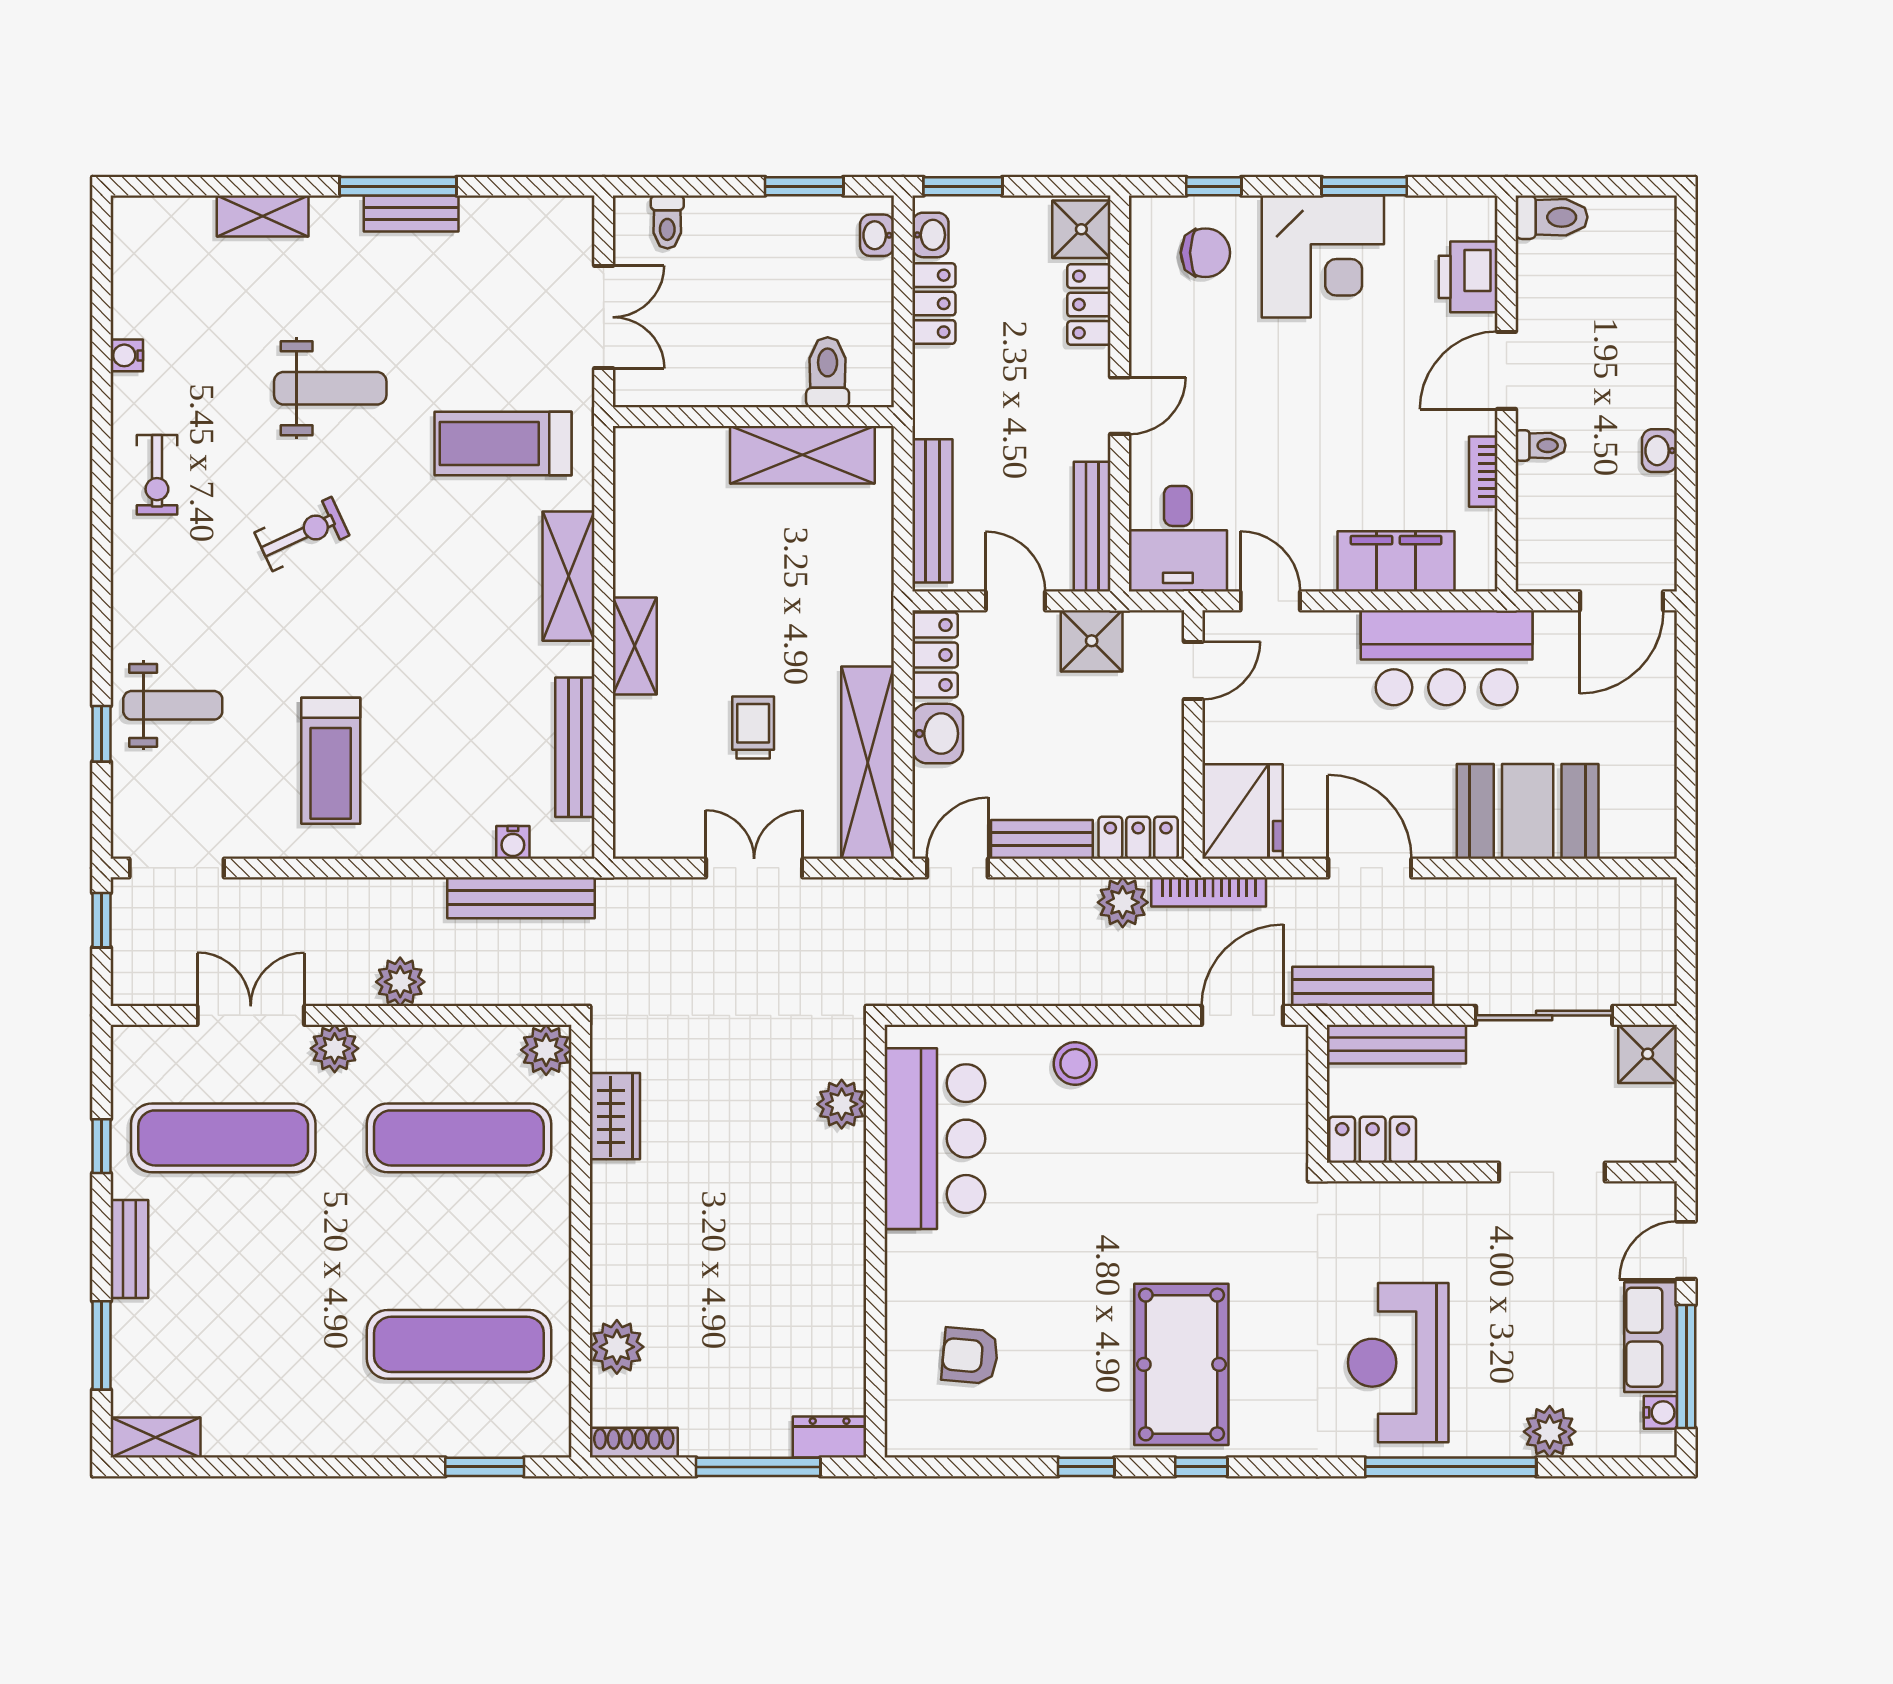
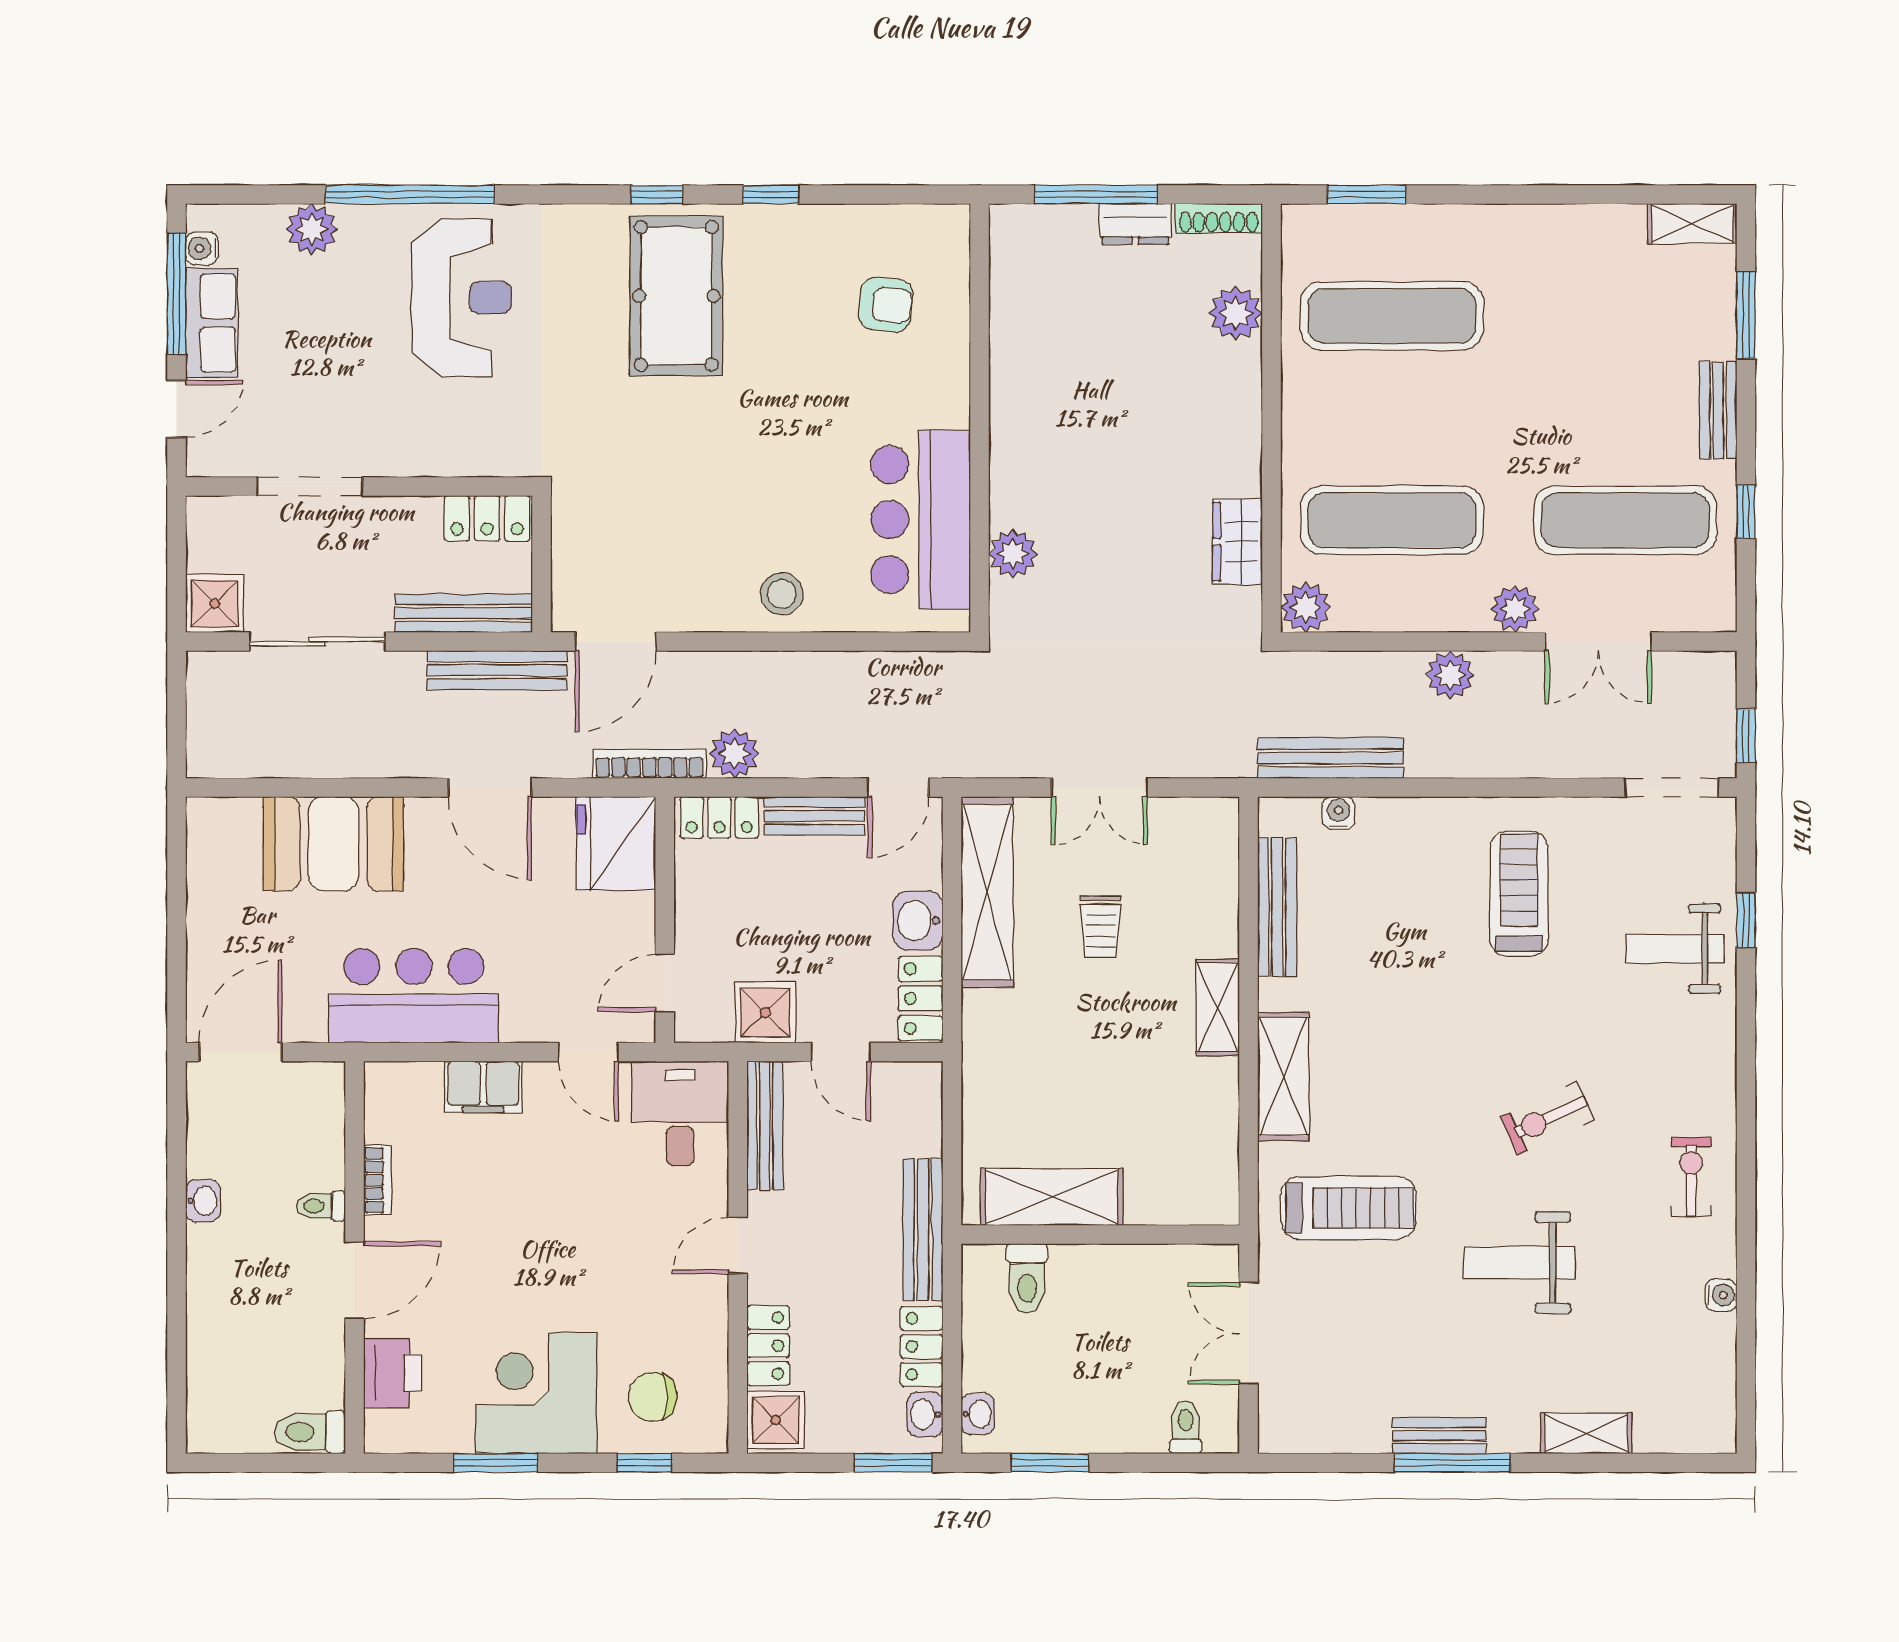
bench: (932, 511) -> (923, 1230), moved
filing cabinet: (1396, 561) -> (483, 1087), width x0.67, depth x0.86
dresser: (830, 1437) -> (1135, 224), moved

